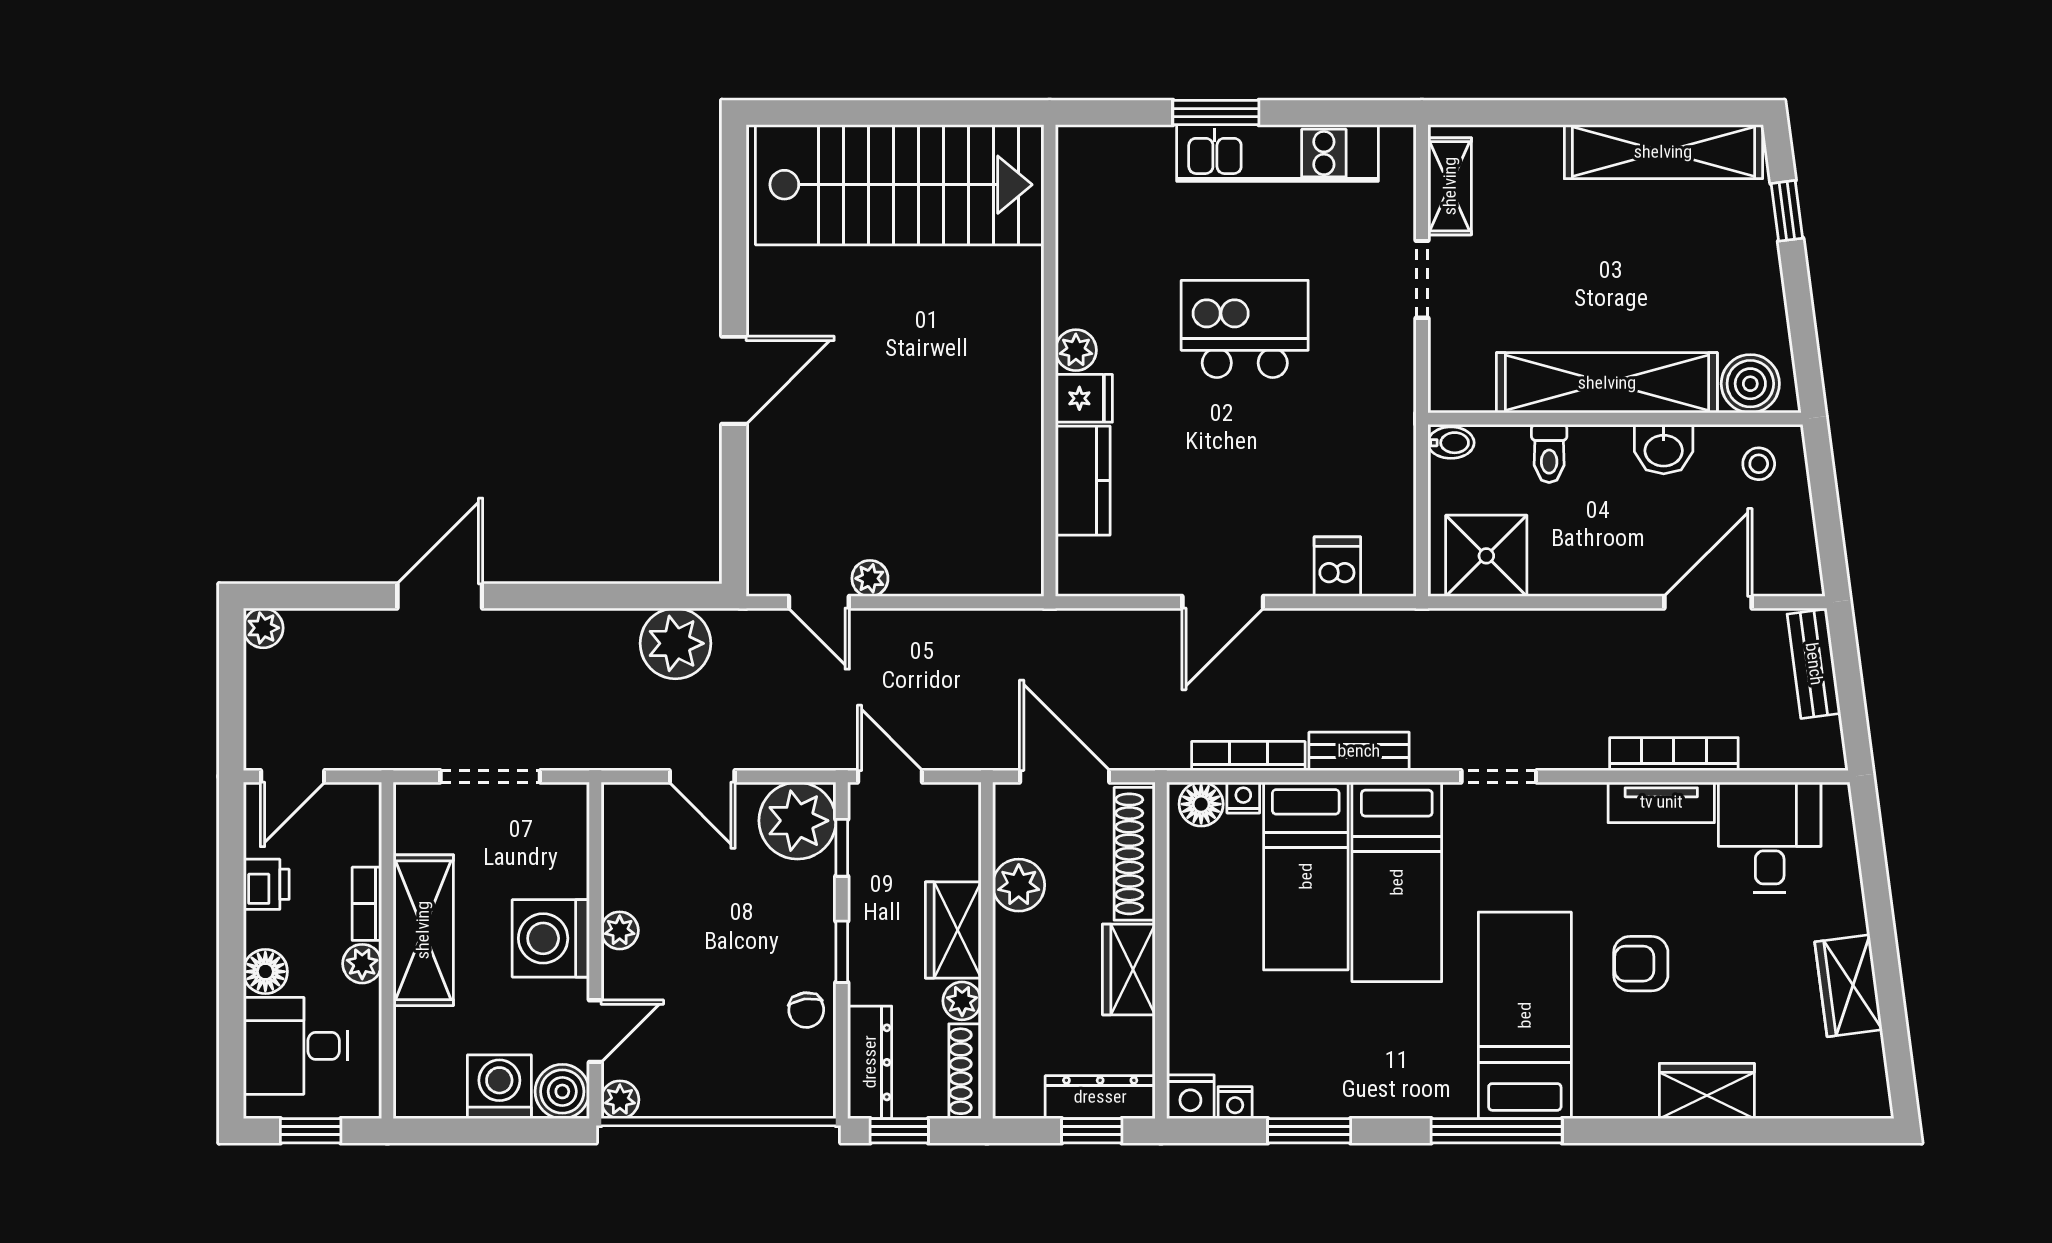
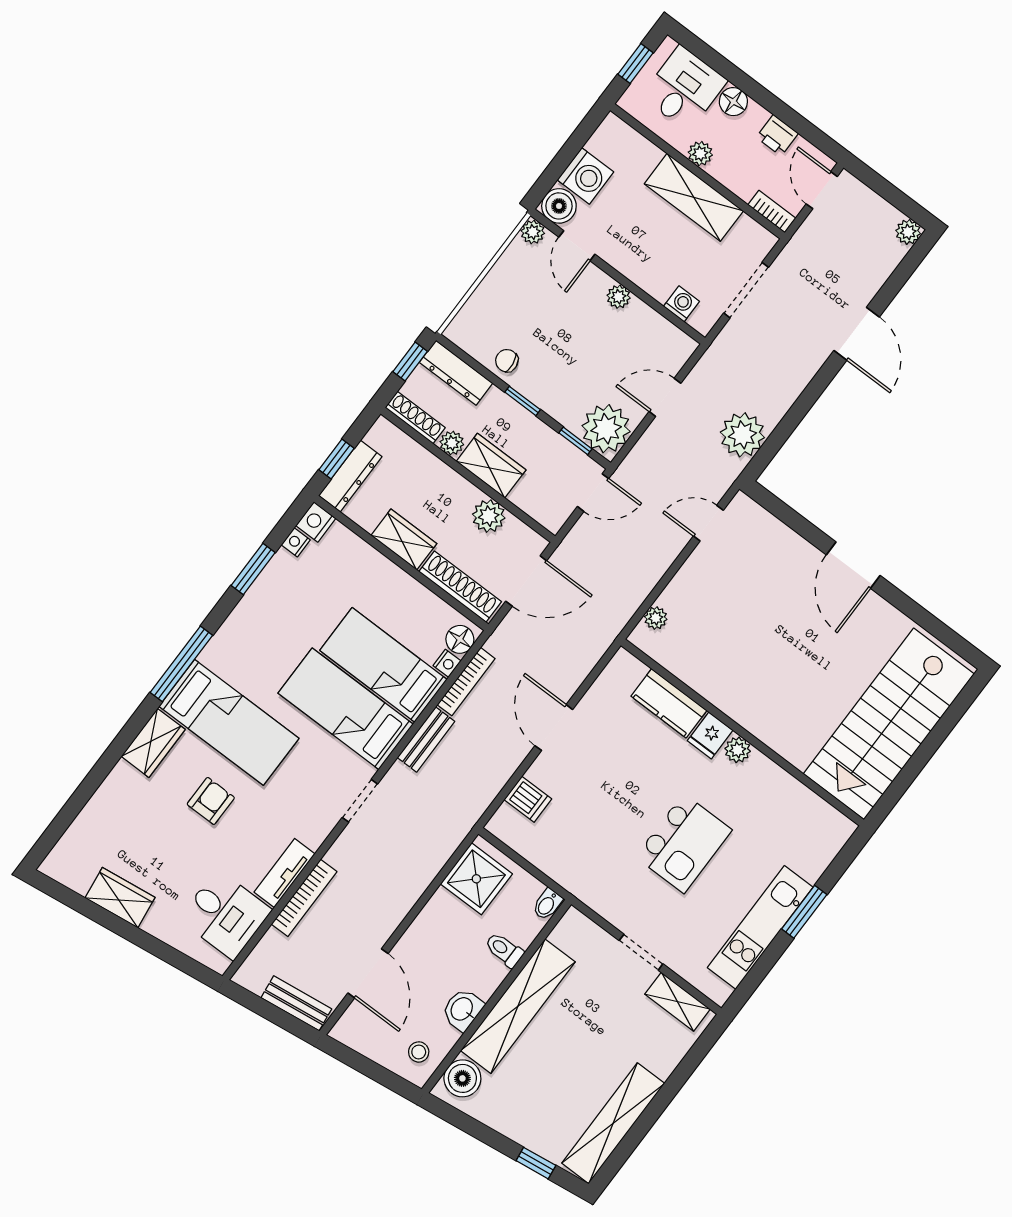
plant: (870, 578) -> (656, 618), moved
bookcase: (367, 904) -> (772, 211), moved
washing machine: (551, 938) -> (681, 304), moved, width x0.53, depth x0.53
wardrobe: (1707, 1091) -> (153, 743), moved

